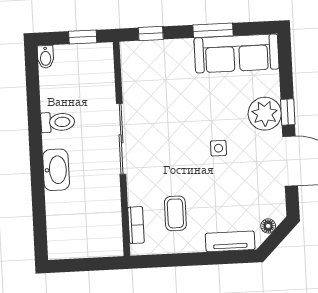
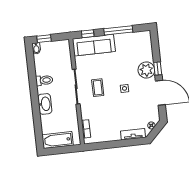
window: (213, 30) -> (118, 30), width x1.44
window: (83, 37) -> (44, 39), moved
sofa: (237, 53) -> (94, 45), moved
coffee table: (175, 213) -> (98, 88), moved
bathtub: (78, 244) -> (58, 140), added

